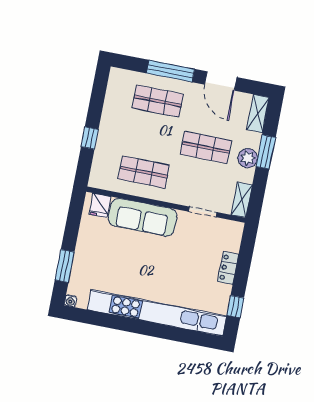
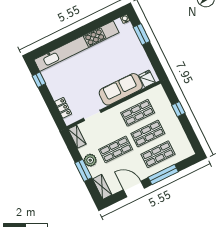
shop shelf: (151, 137) -> (148, 134), added
locker: (228, 268) -> (63, 108), moved

